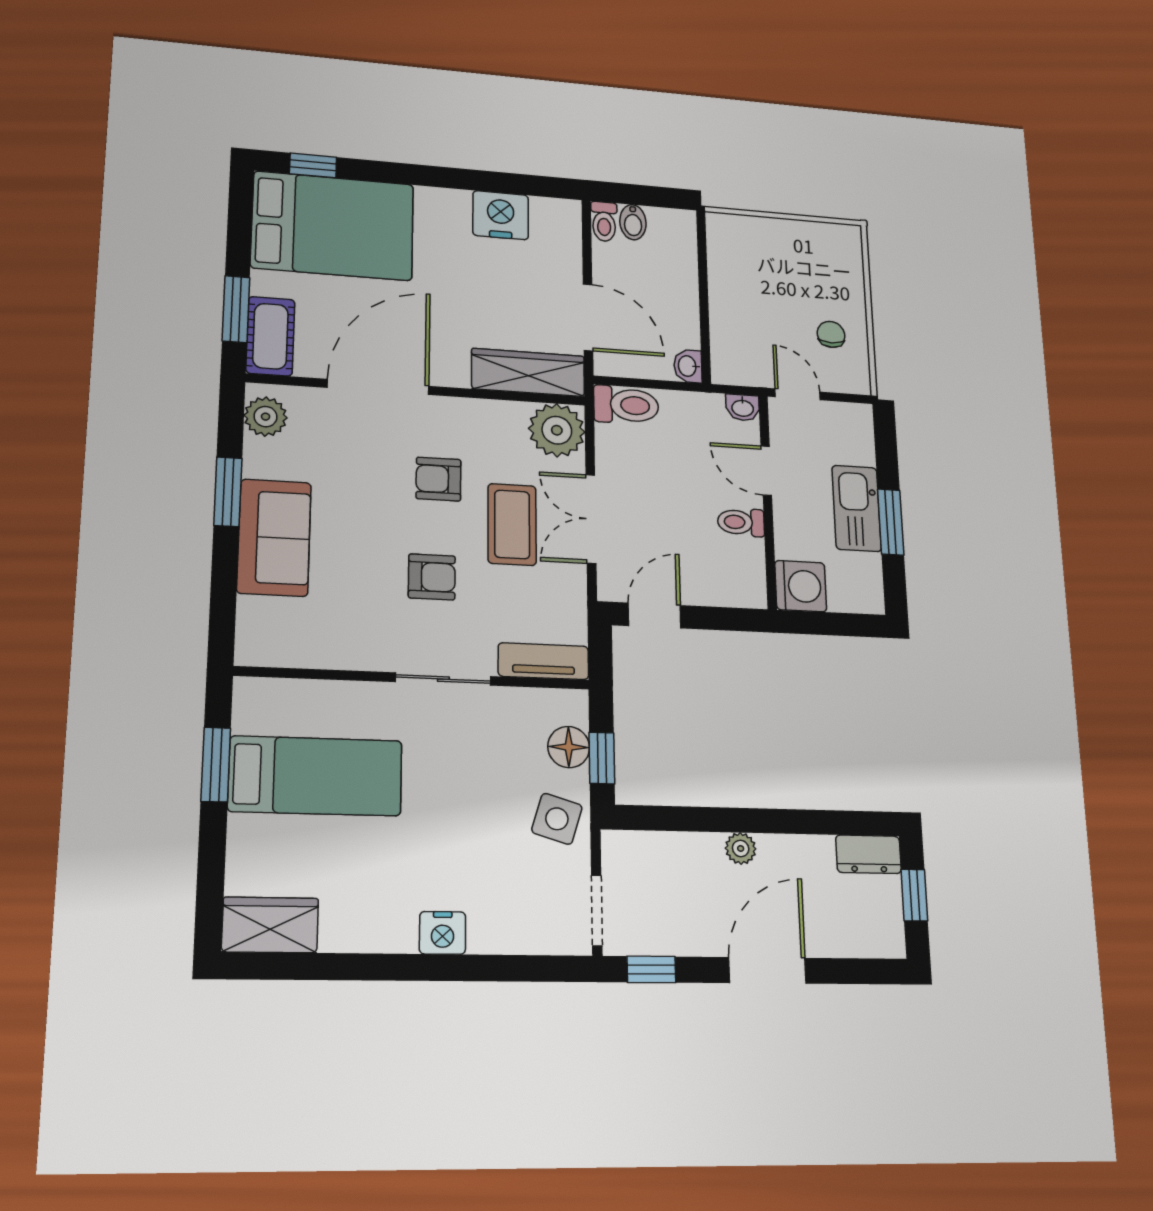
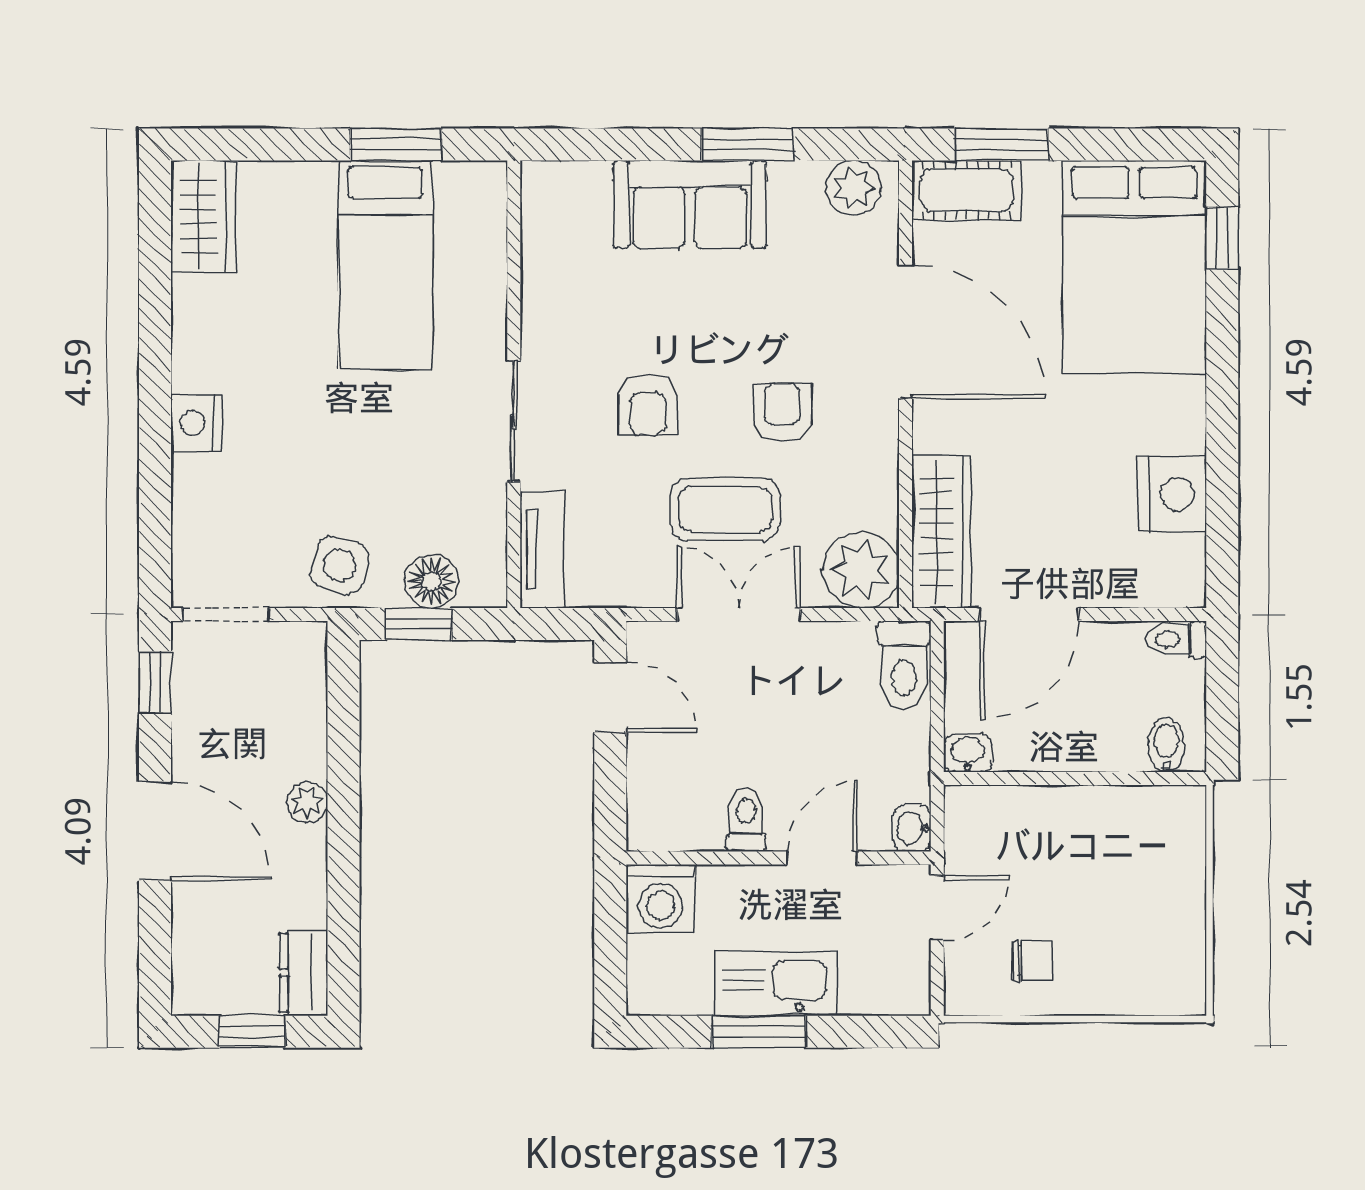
bidet: (633, 222) -> (1166, 745), moved, turned 90

